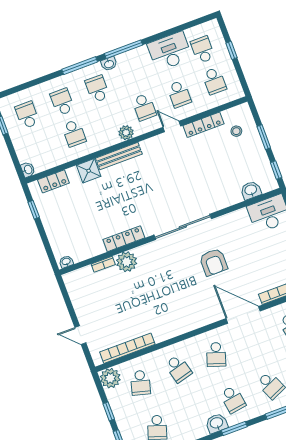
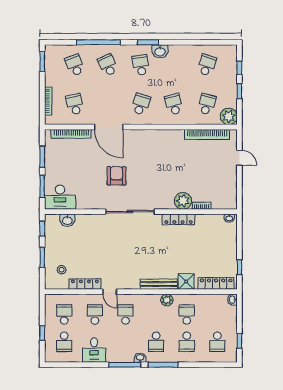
desk: (170, 51) -> (94, 350), width x0.73
plant: (126, 133) -> (167, 300), moved
locker: (53, 181) -> (216, 283), width x1.53

